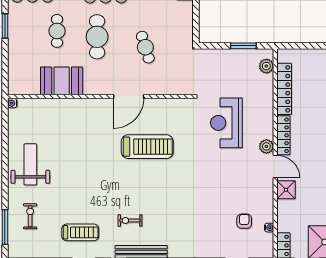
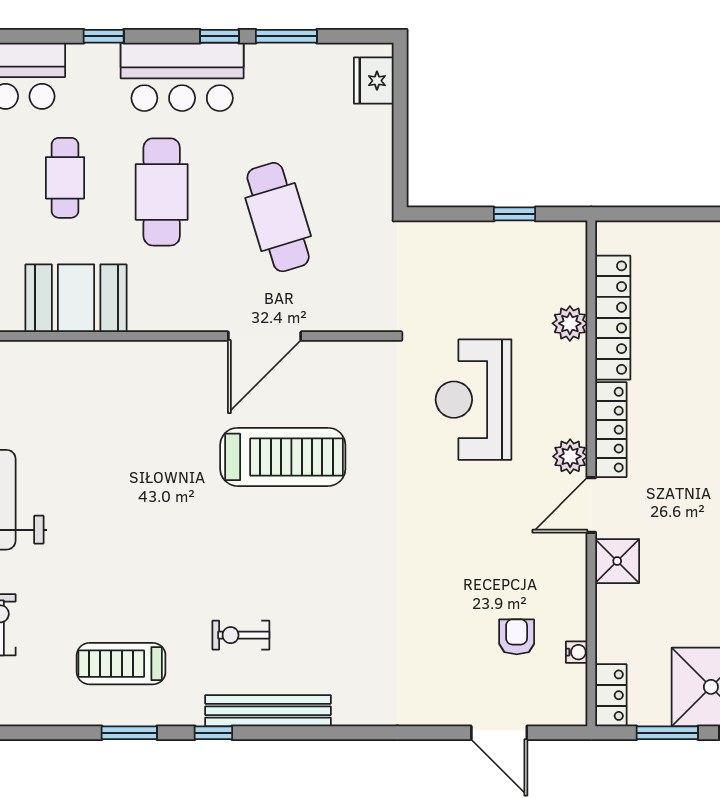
window: (243, 46) -> (515, 214), width x0.67
cafe table: (145, 47) -> (278, 217), width x1.37, depth x1.35
plant: (266, 66) -> (570, 323), moved
door: (129, 97) -> (265, 336), moved
door: (275, 167) -> (591, 505), swing flipped
treadmill: (80, 232) -> (121, 664), turned 180

